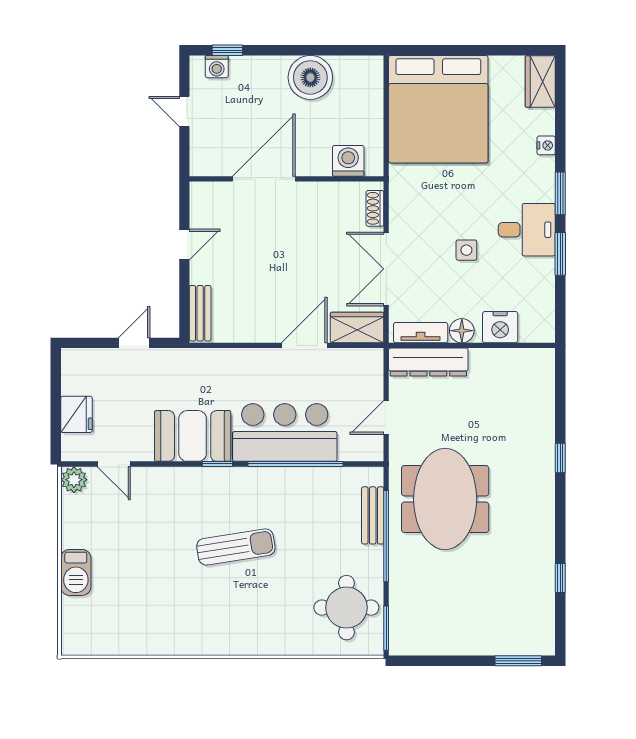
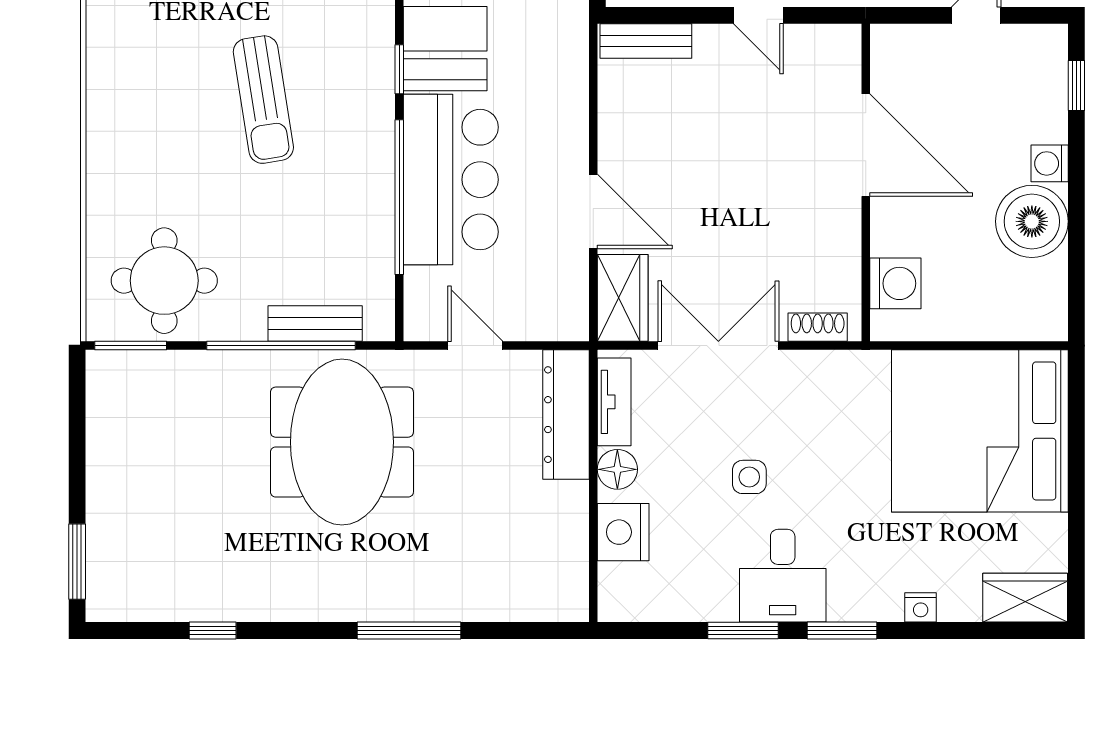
washing machine: (217, 67) -> (1050, 163), moved
window: (560, 458) -> (409, 630), width x2.17
meeting table: (445, 499) -> (342, 442), turned 90

